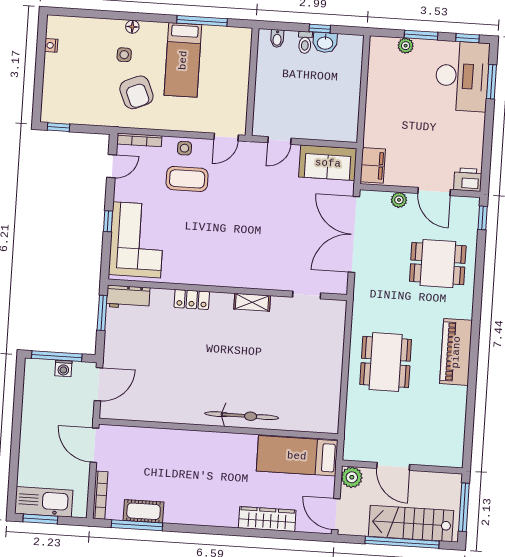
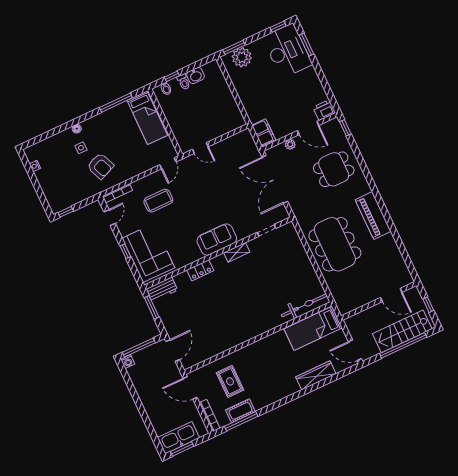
window: (320, 29) -> (172, 76), moved
window: (421, 35) -> (234, 47), moved
plant: (406, 46) -> (242, 57), width x1.87, depth x1.87
bed: (183, 60) -> (147, 118), moved
door: (279, 140) -> (200, 148), hinge flipped
side table: (184, 148) -> (147, 183), removed
sofa: (328, 163) -> (217, 240), moved, turned 180
dining table: (386, 362) -> (335, 244), width x1.36, depth x1.24
washing machine: (63, 368) -> (128, 362), moved
bicycle: (242, 416) -> (304, 305), moved
rug: (151, 465) -> (230, 381), added
door: (393, 466) -> (391, 295), moved
plant: (352, 477) -> (352, 323), removed
window: (464, 507) -> (428, 305), width x0.46

